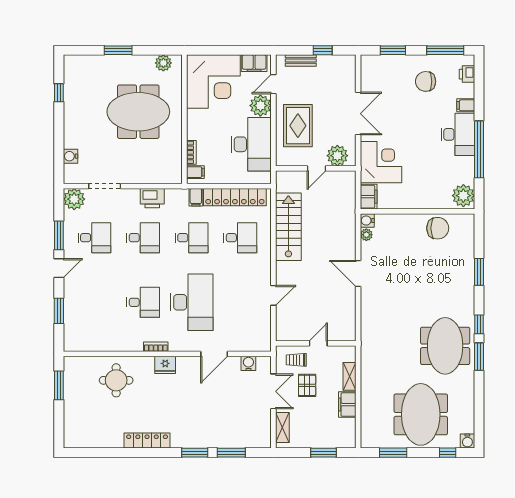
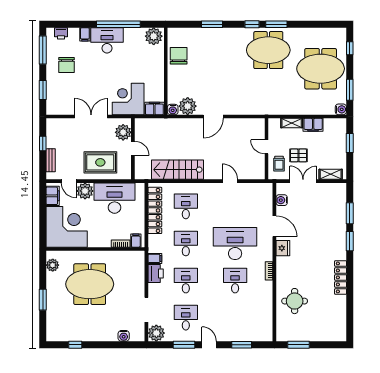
meeting table: (138, 112) -> (90, 284), turned 90
filing cabinet: (196, 197) -> (155, 258), moved
plant: (366, 235) -> (188, 106), width x1.88, depth x1.88
fridge: (165, 365) -> (283, 248), moved
water cooler: (467, 441) -> (341, 109), moved

